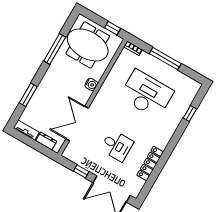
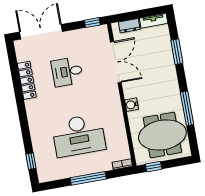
window: (190, 113) -> (31, 161), moved
window: (81, 171) -> (92, 23), moved

